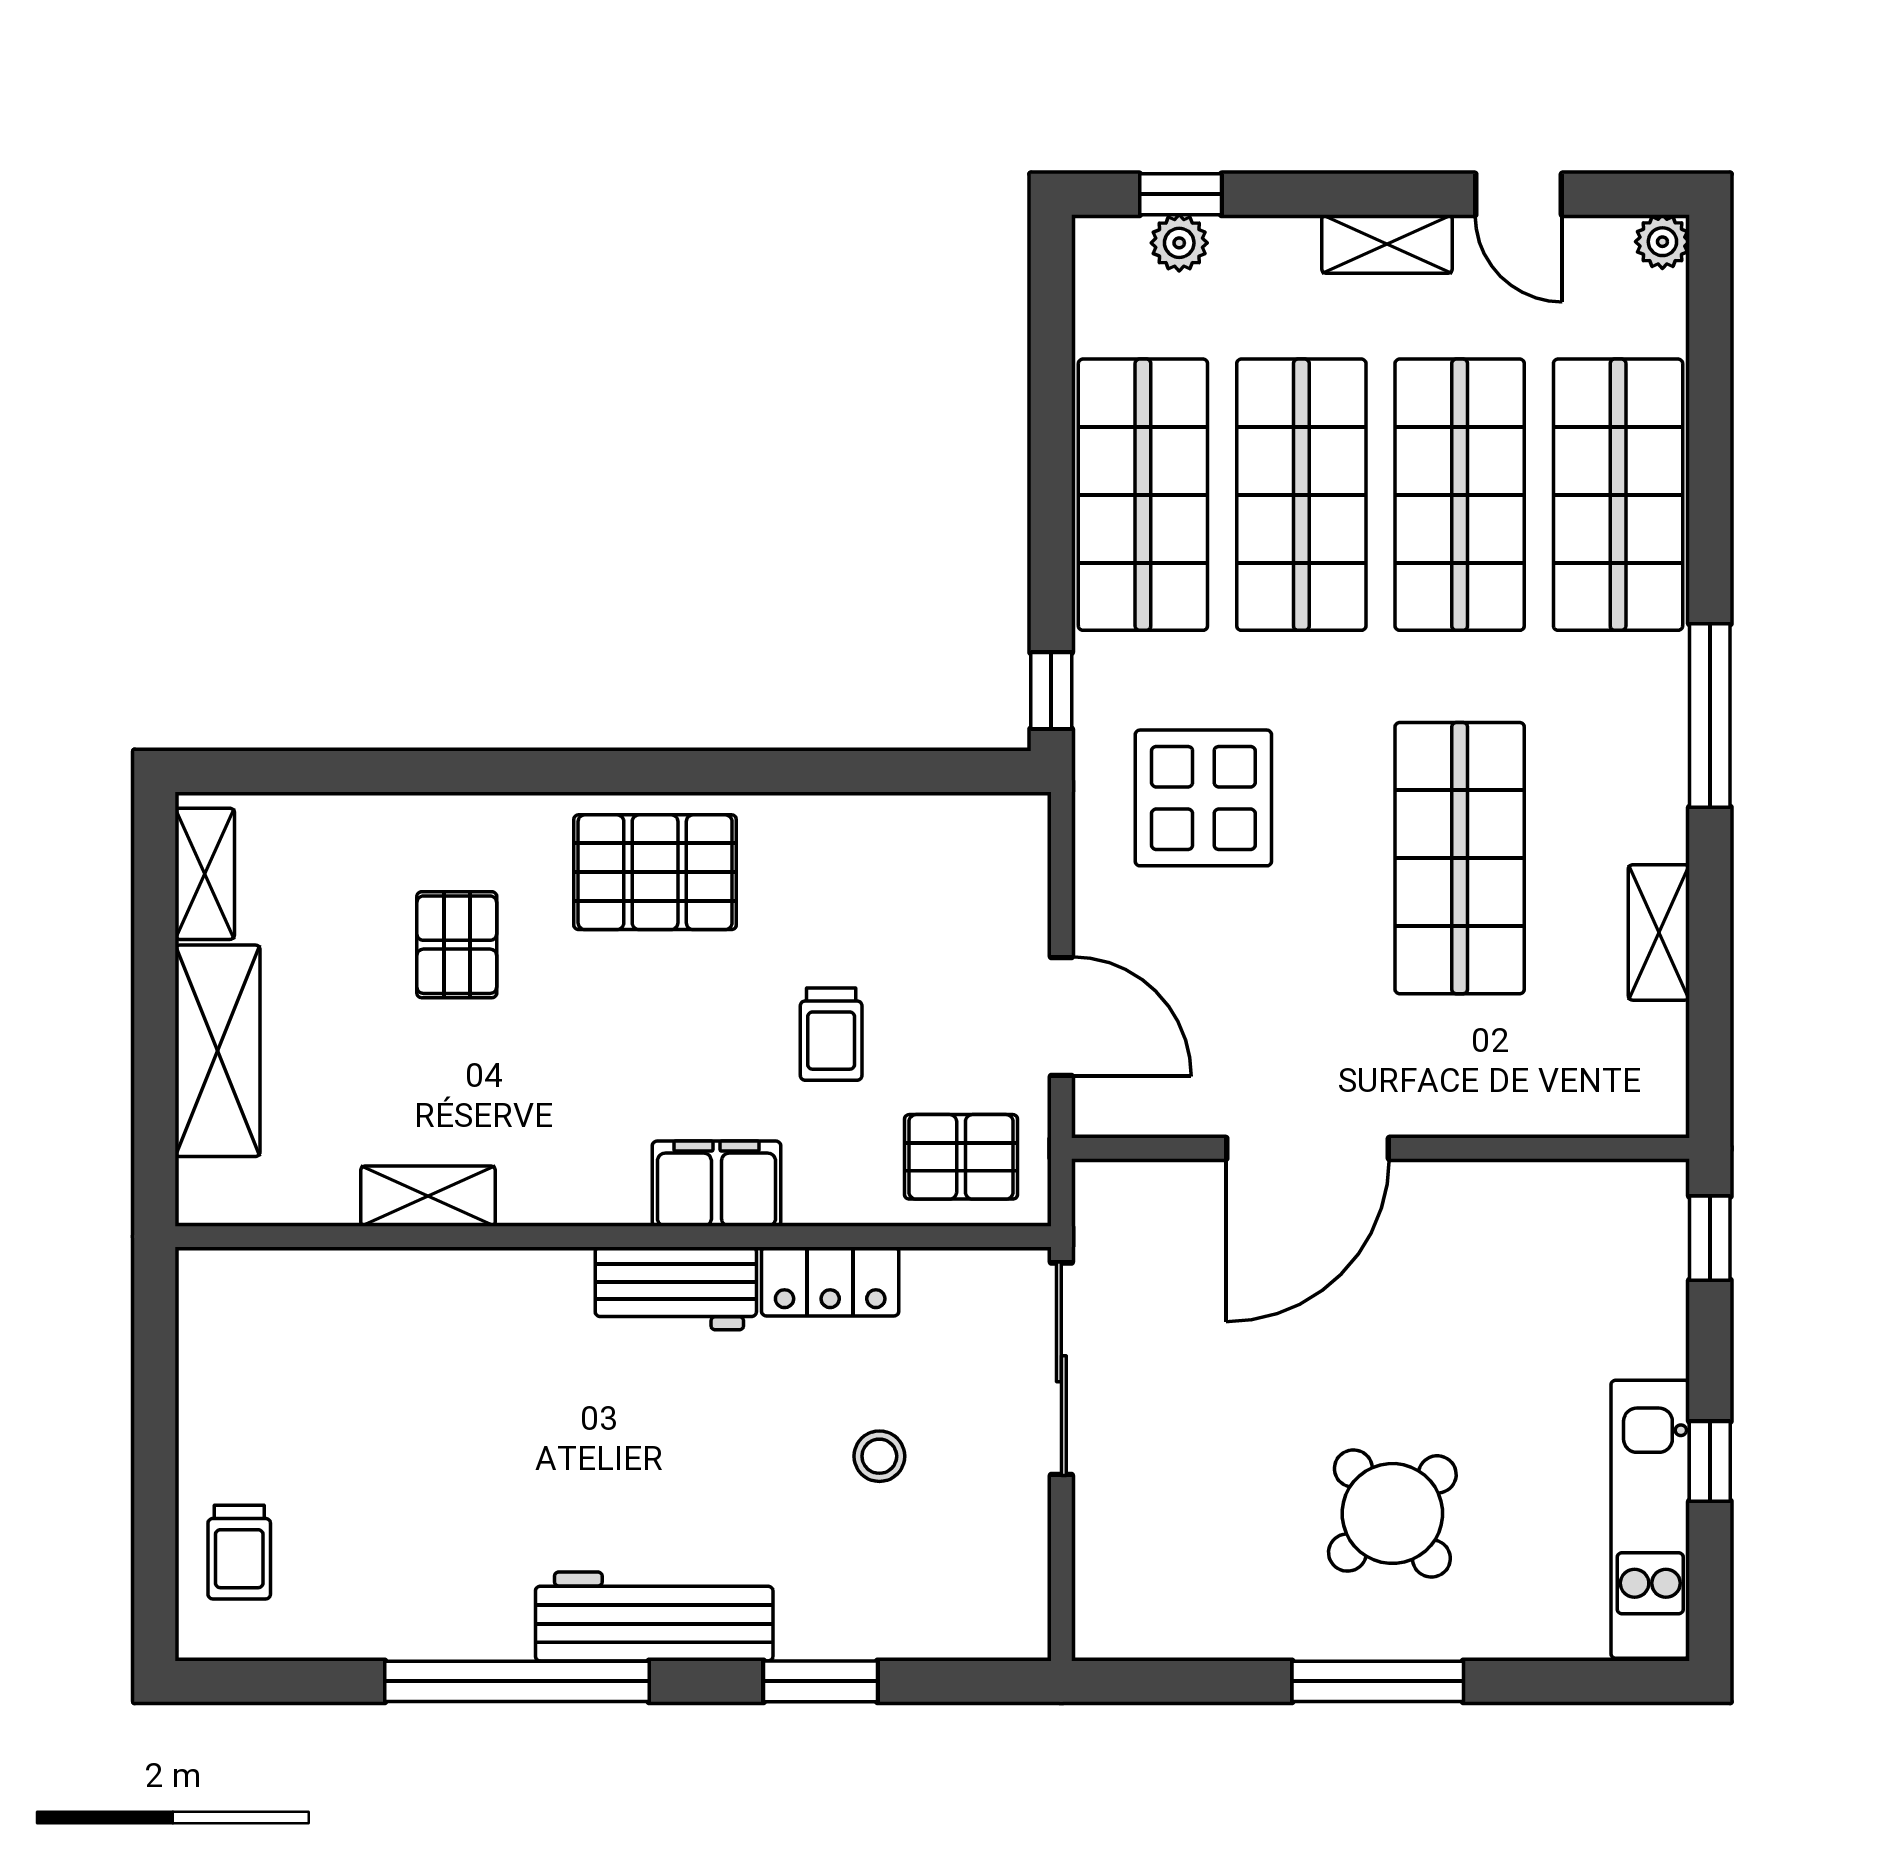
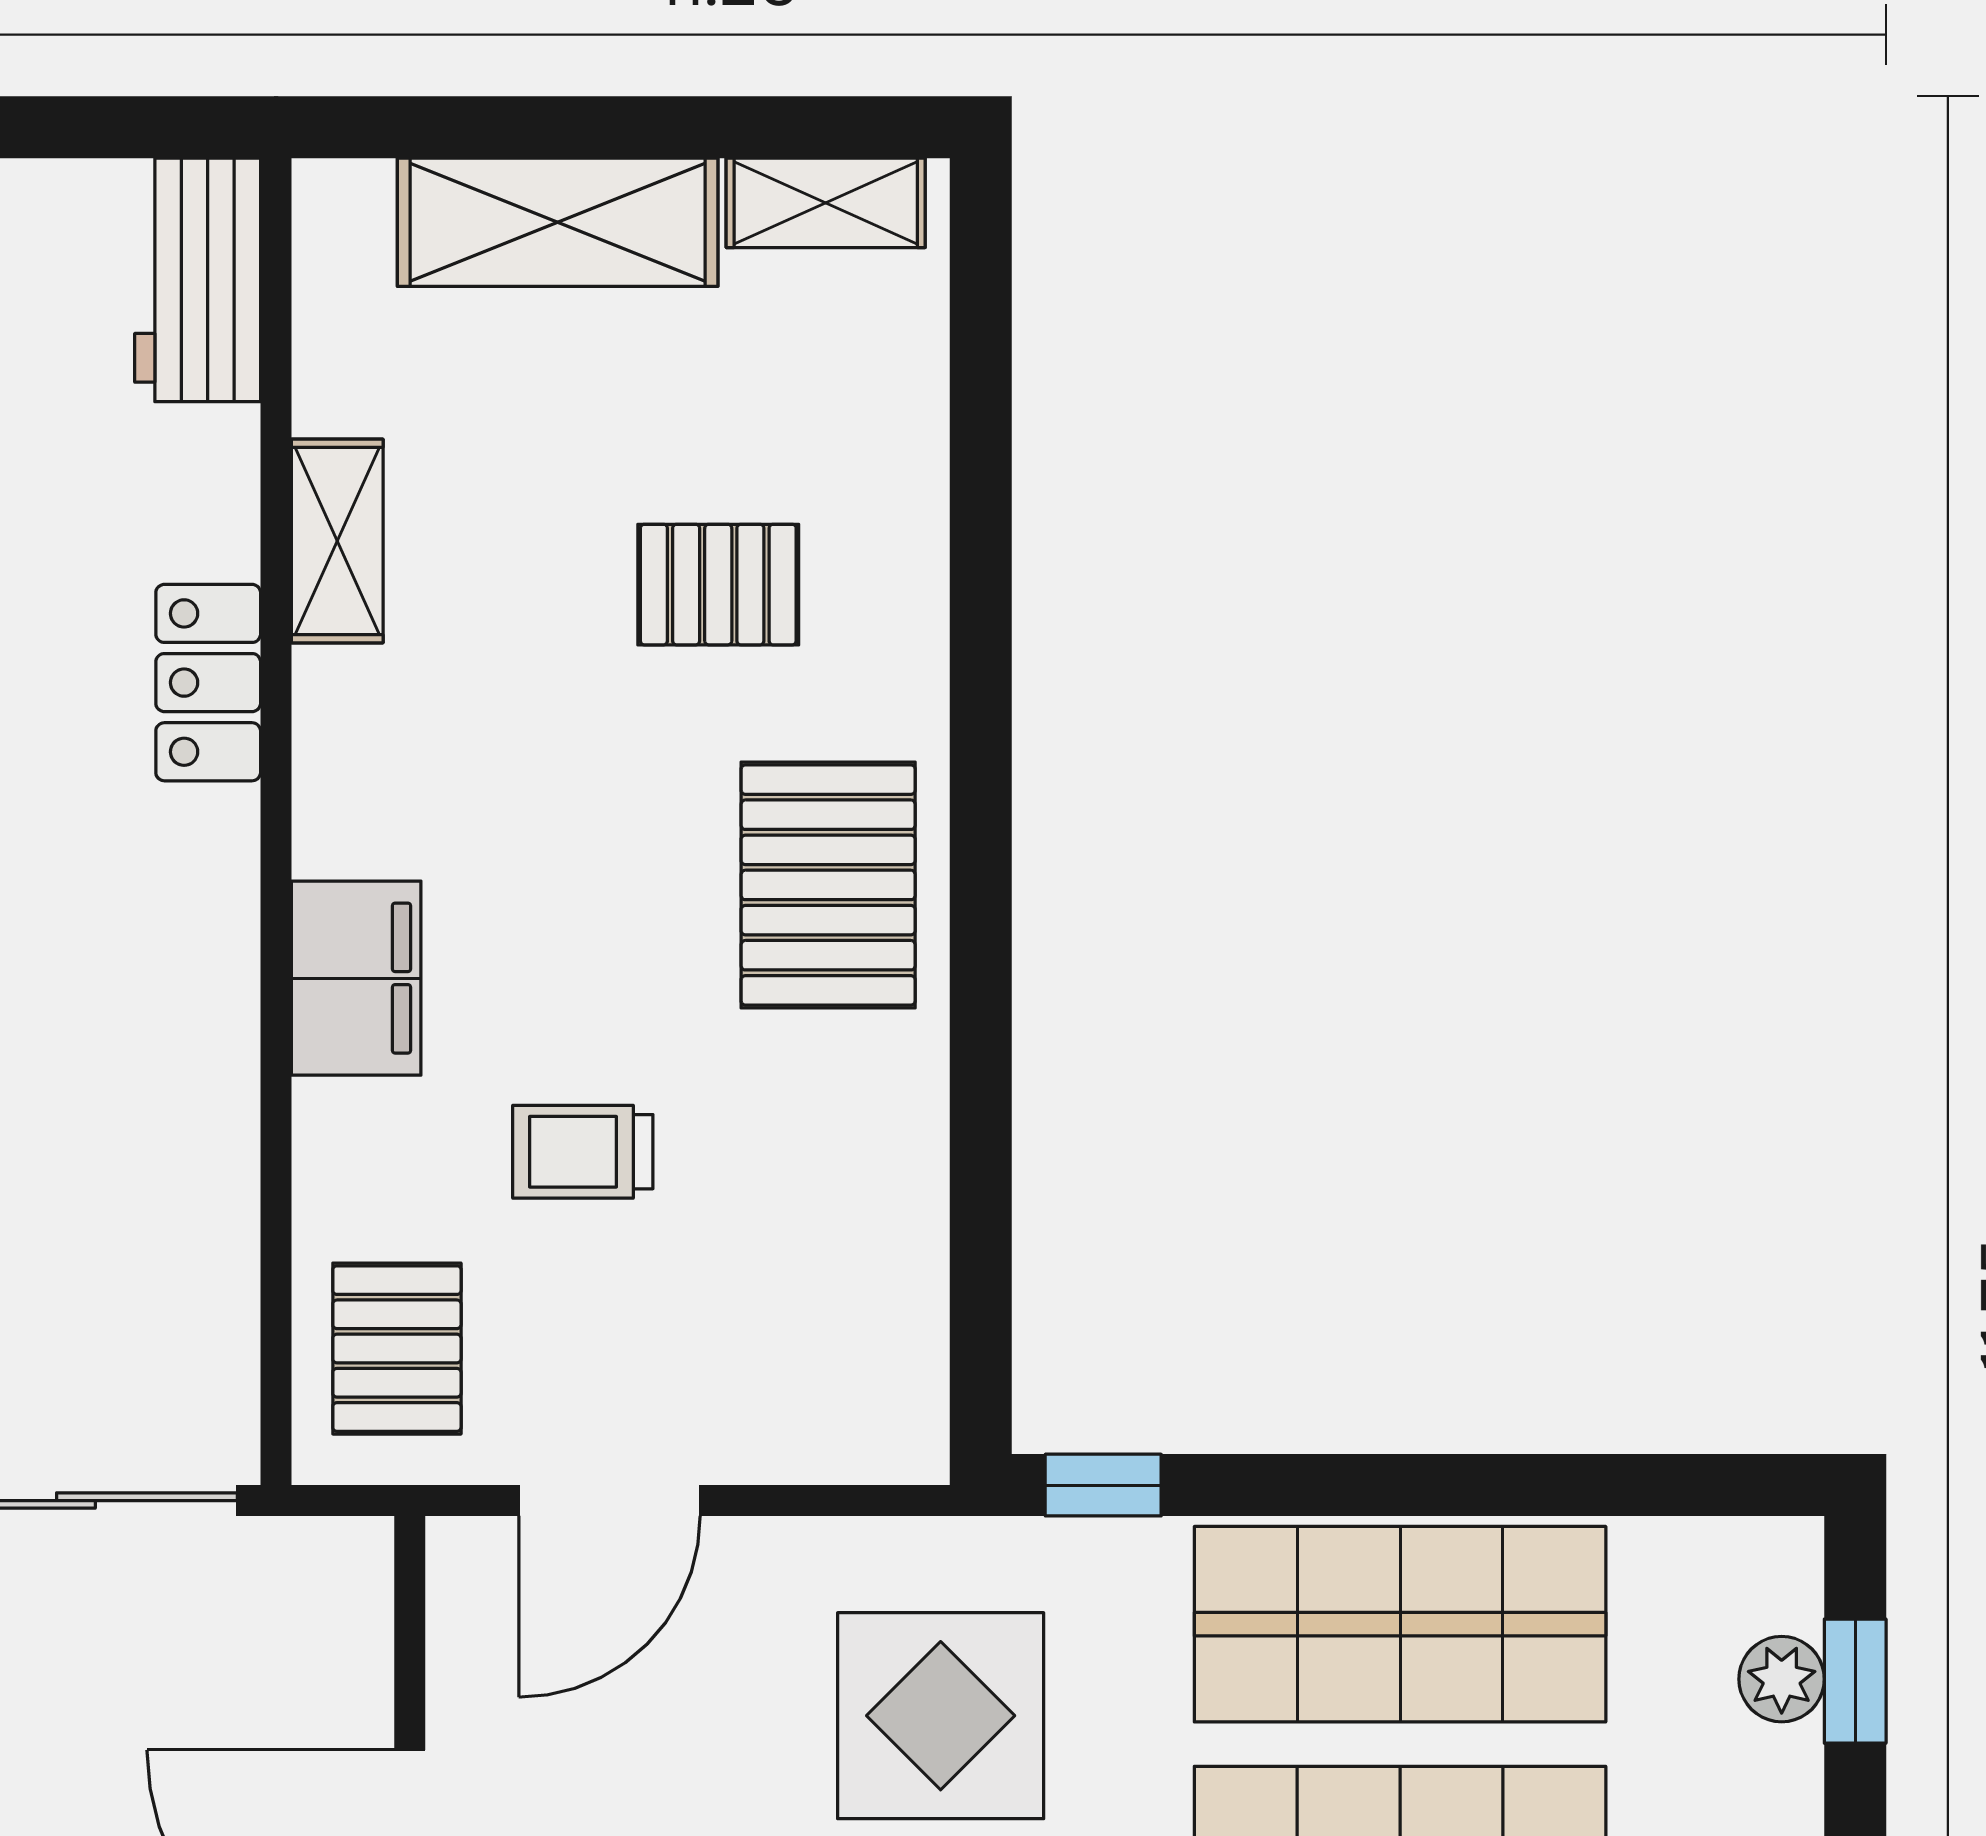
locker: (830, 1281) -> (208, 683), moved
workbench: (676, 1288) -> (198, 280), moved

